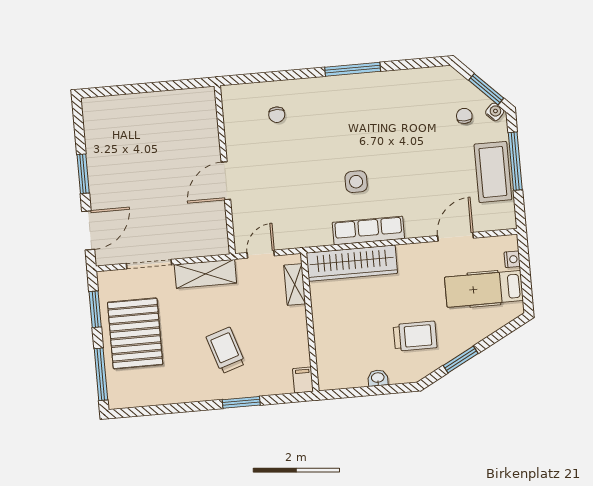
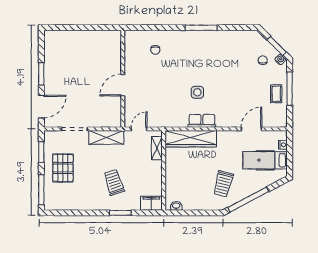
coffee table: (493, 172) -> (276, 94), width x0.54, depth x0.58
row of seats: (368, 230) -> (202, 121), width x0.68
pallet: (135, 333) -> (63, 168), width x0.73, depth x0.71
trolley: (415, 336) -> (223, 184), turned 104
window: (461, 360) -> (248, 200), width x2.11
washbasin: (378, 378) -> (176, 206), moved
filing cabinet: (303, 380) -> (151, 203), width x2.00

